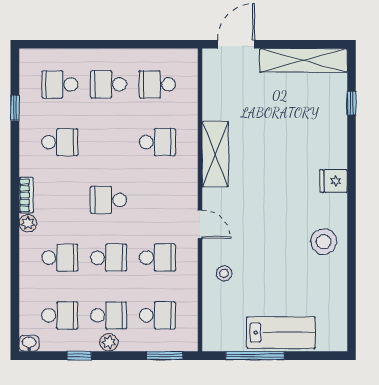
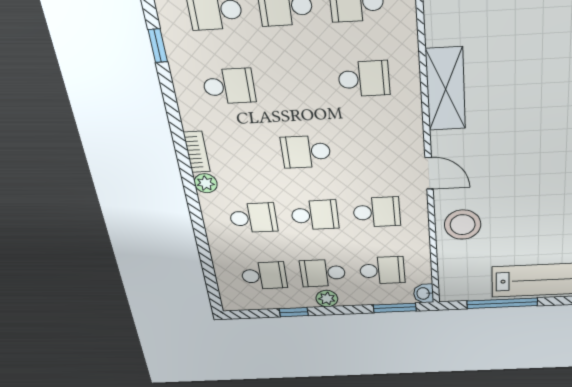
stool: (224, 273) -> (463, 225), width x1.89, depth x1.89
school desk: (109, 315) -> (323, 273), turned 180
washbasin: (29, 343) -> (424, 293), moved, turned -90

